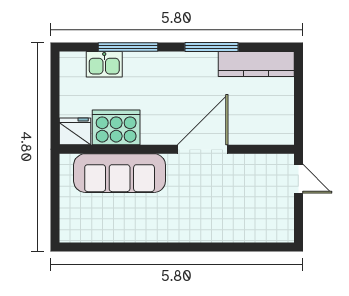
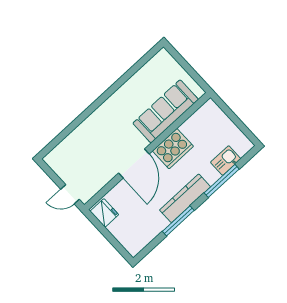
kitchen counter: (256, 64) -> (185, 198), moved
cooker: (116, 127) -> (173, 149), moved
fridge: (75, 131) -> (104, 213), moved, turned -90

